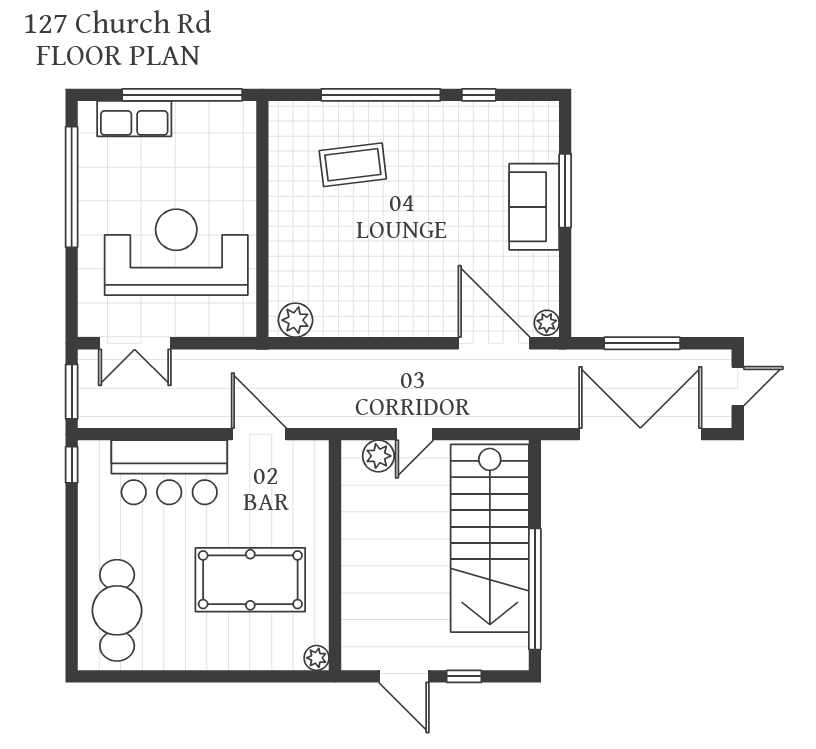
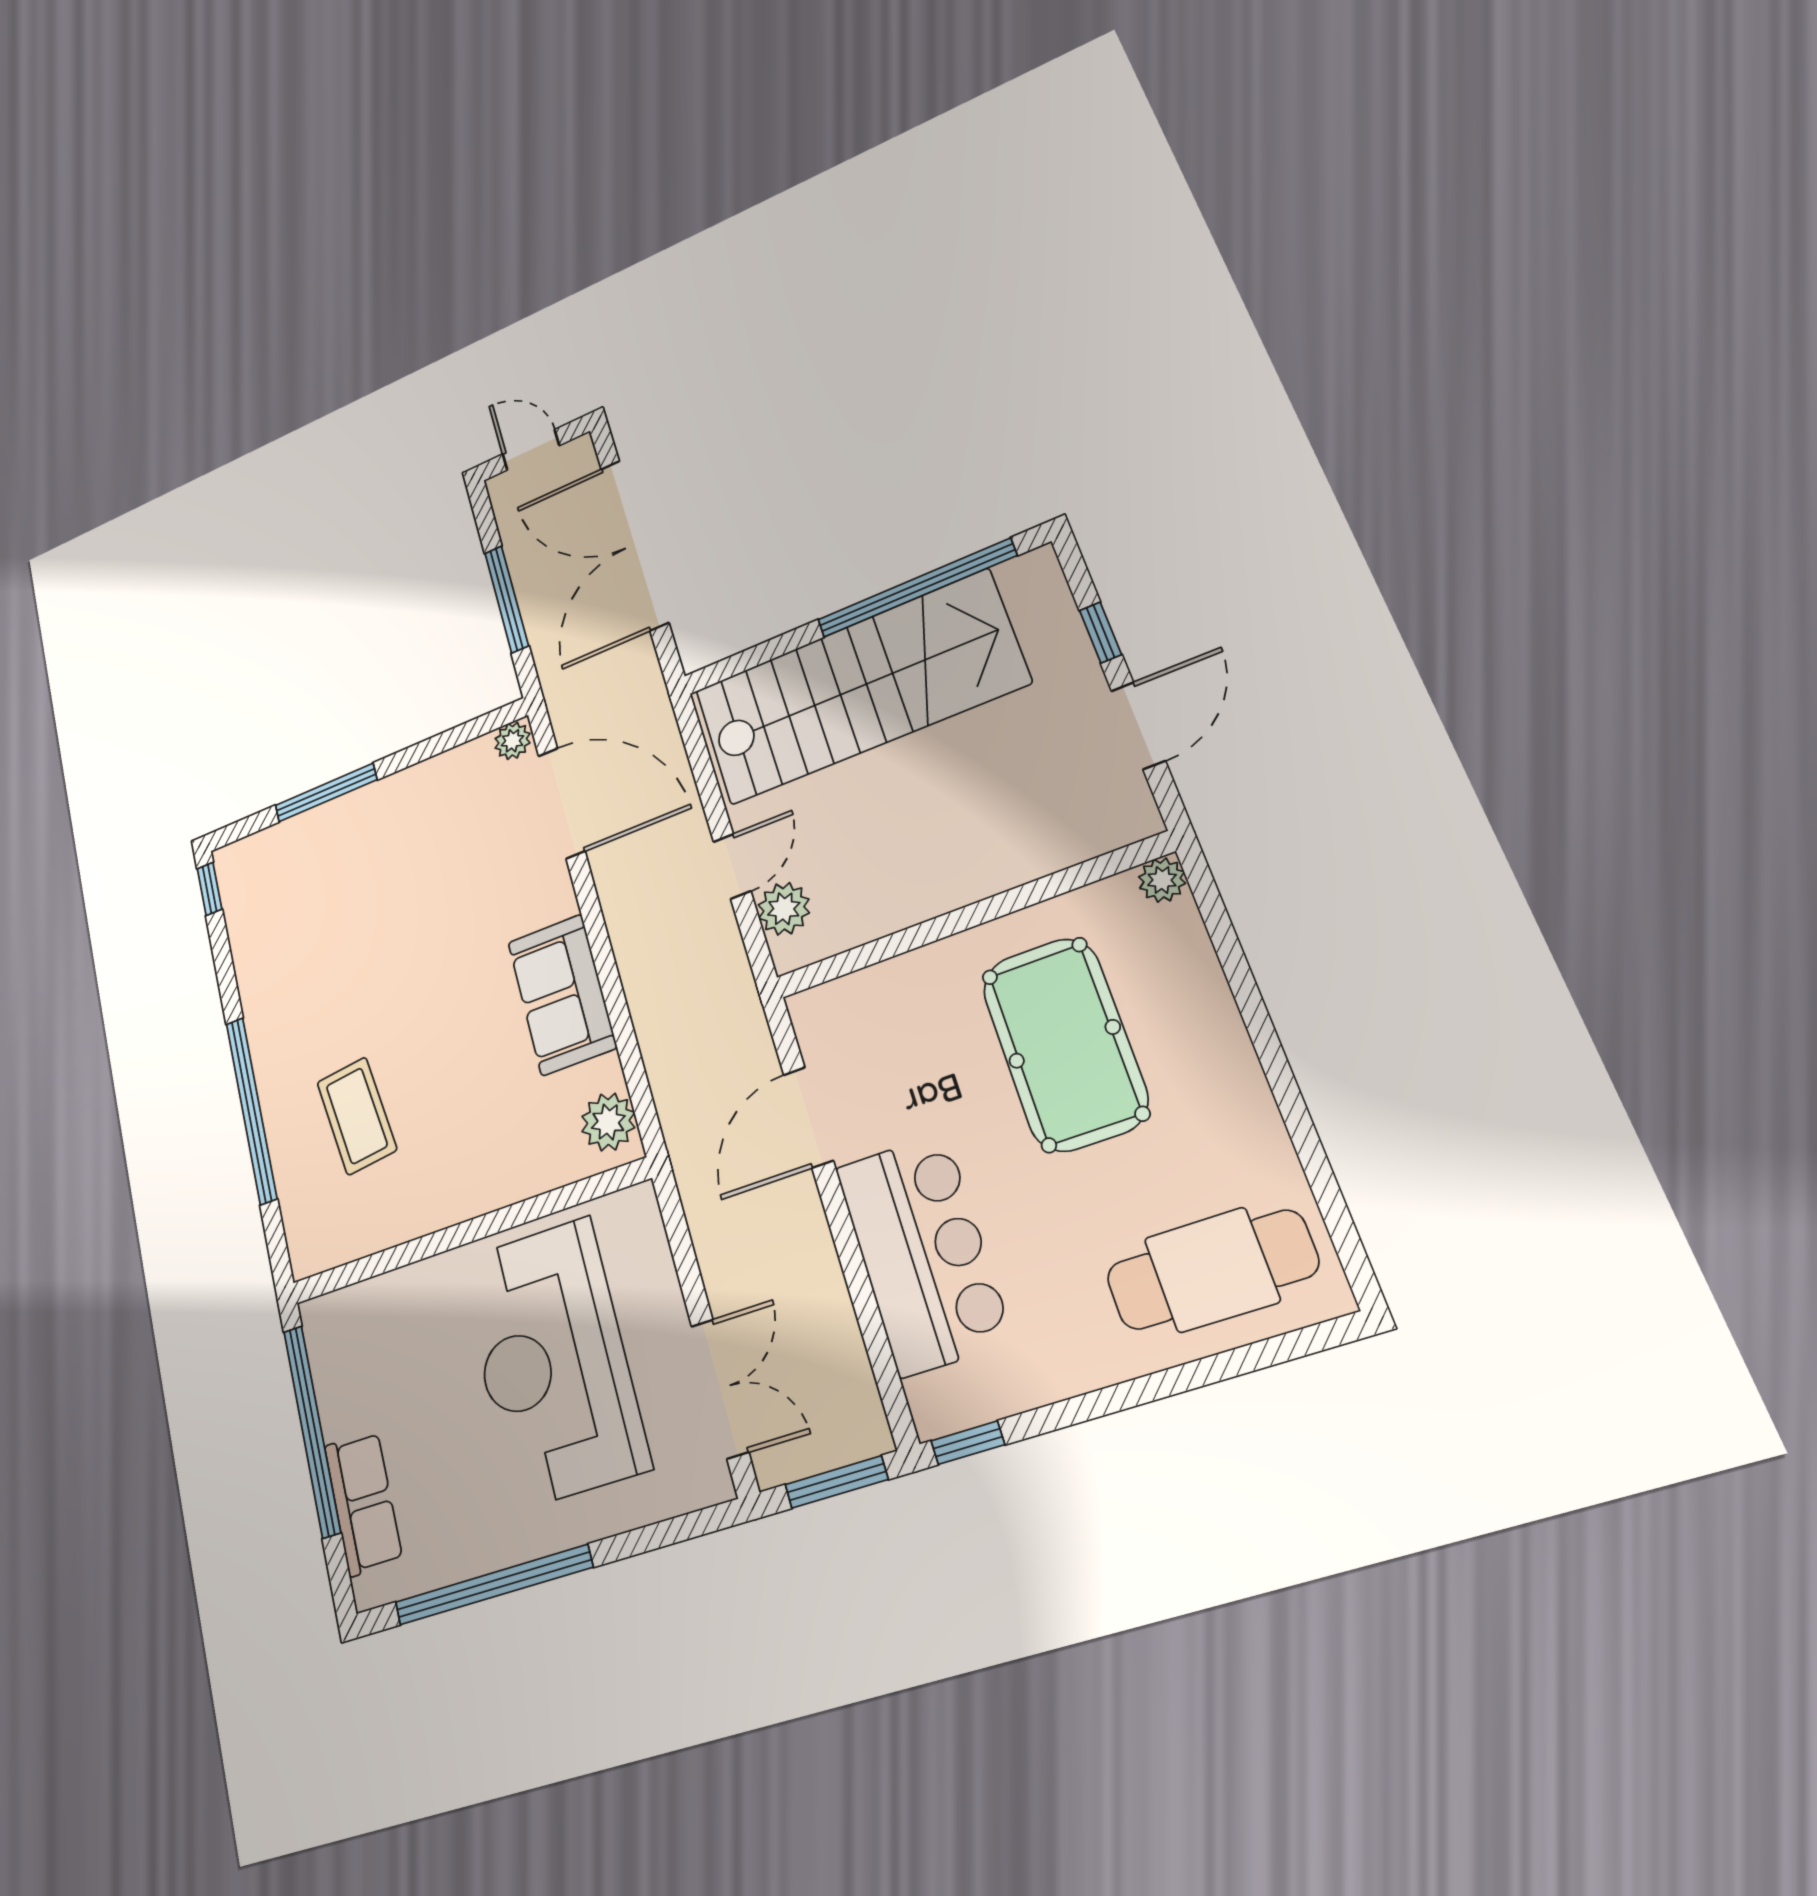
window: (479, 95) -> (210, 889), moved
sofa: (534, 207) -> (562, 995), moved, turned 90
door: (494, 343) -> (562, 803), swing flipped
door: (414, 434) -> (732, 866), hinge flipped

